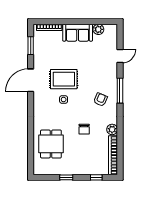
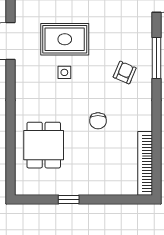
plant: (112, 129) -> (144, 121), removed
window: (96, 177) -> (118, 199), removed

